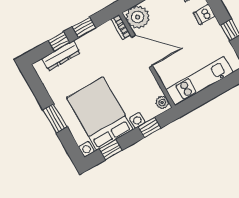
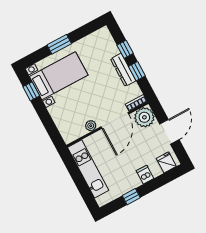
dresser: (61, 56) -> (123, 70), moved
plant: (162, 103) -> (91, 126), moved
bed with nightstands: (100, 114) -> (59, 76), width x0.73
window: (149, 128) -> (49, 125), removed

